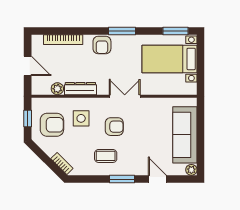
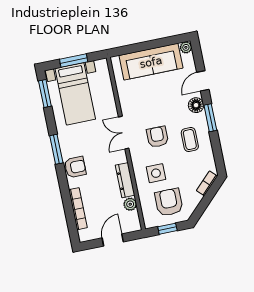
window: (201, 64) -> (74, 60), added
floor lamp: (136, 168) -> (196, 105), added

